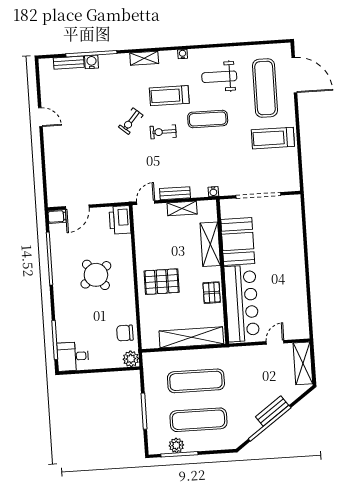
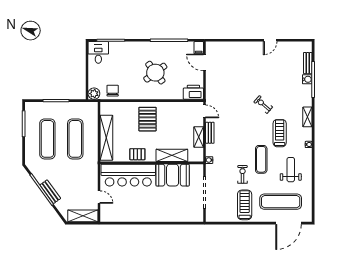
exercise bike: (163, 132) -> (243, 174), moved
plant: (176, 445) -> (30, 122), removed

